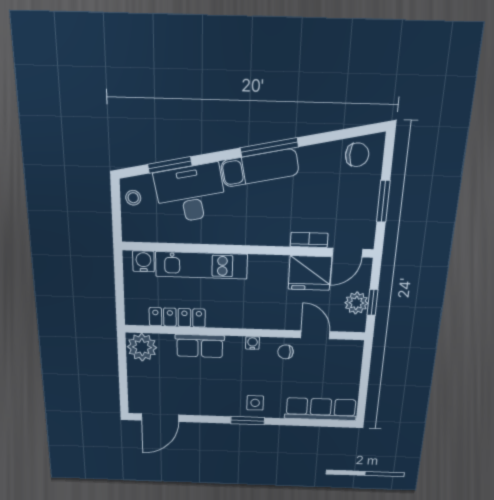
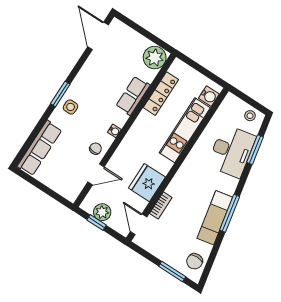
exam couch: (260, 168) -> (215, 218), moved
window: (383, 201) -> (172, 272), moved
fridge: (310, 273) -> (147, 183), moved

